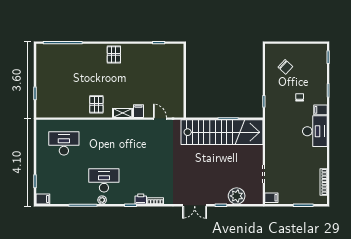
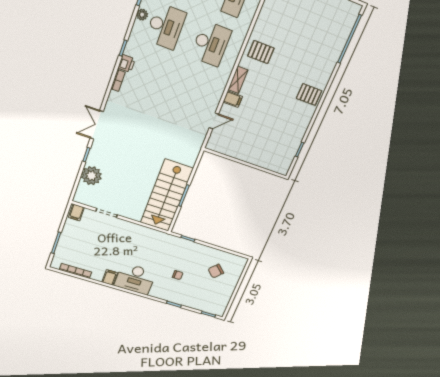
filing cabinet: (320, 110) -> (110, 277), moved
stairs: (222, 132) -> (167, 196), width x0.73
desk: (104, 143) -> (211, 44), added

